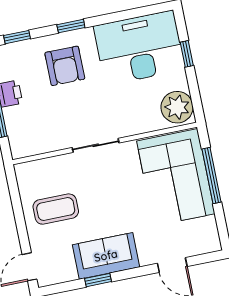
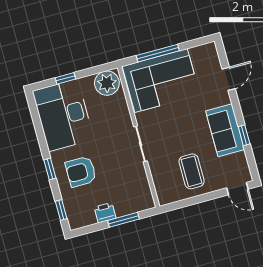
armchair: (65, 66) -> (81, 172), turned 180

